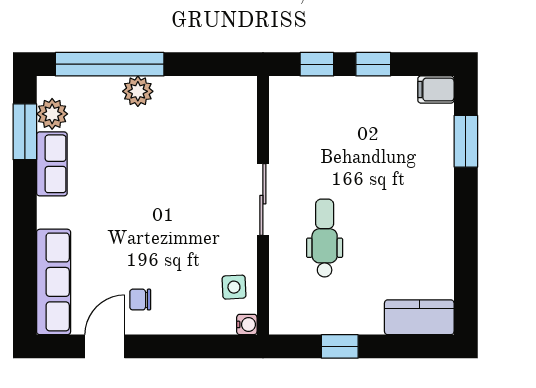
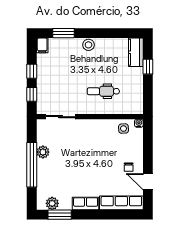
window: (110, 64) -> (32, 165), moved
plant: (138, 91) -> (43, 152), moved
row of seats: (52, 164) -> (86, 203), moved
sliding door: (263, 200) -> (61, 117), moved
stool: (437, 202) -> (88, 45), added
window: (340, 346) -> (148, 67), moved

